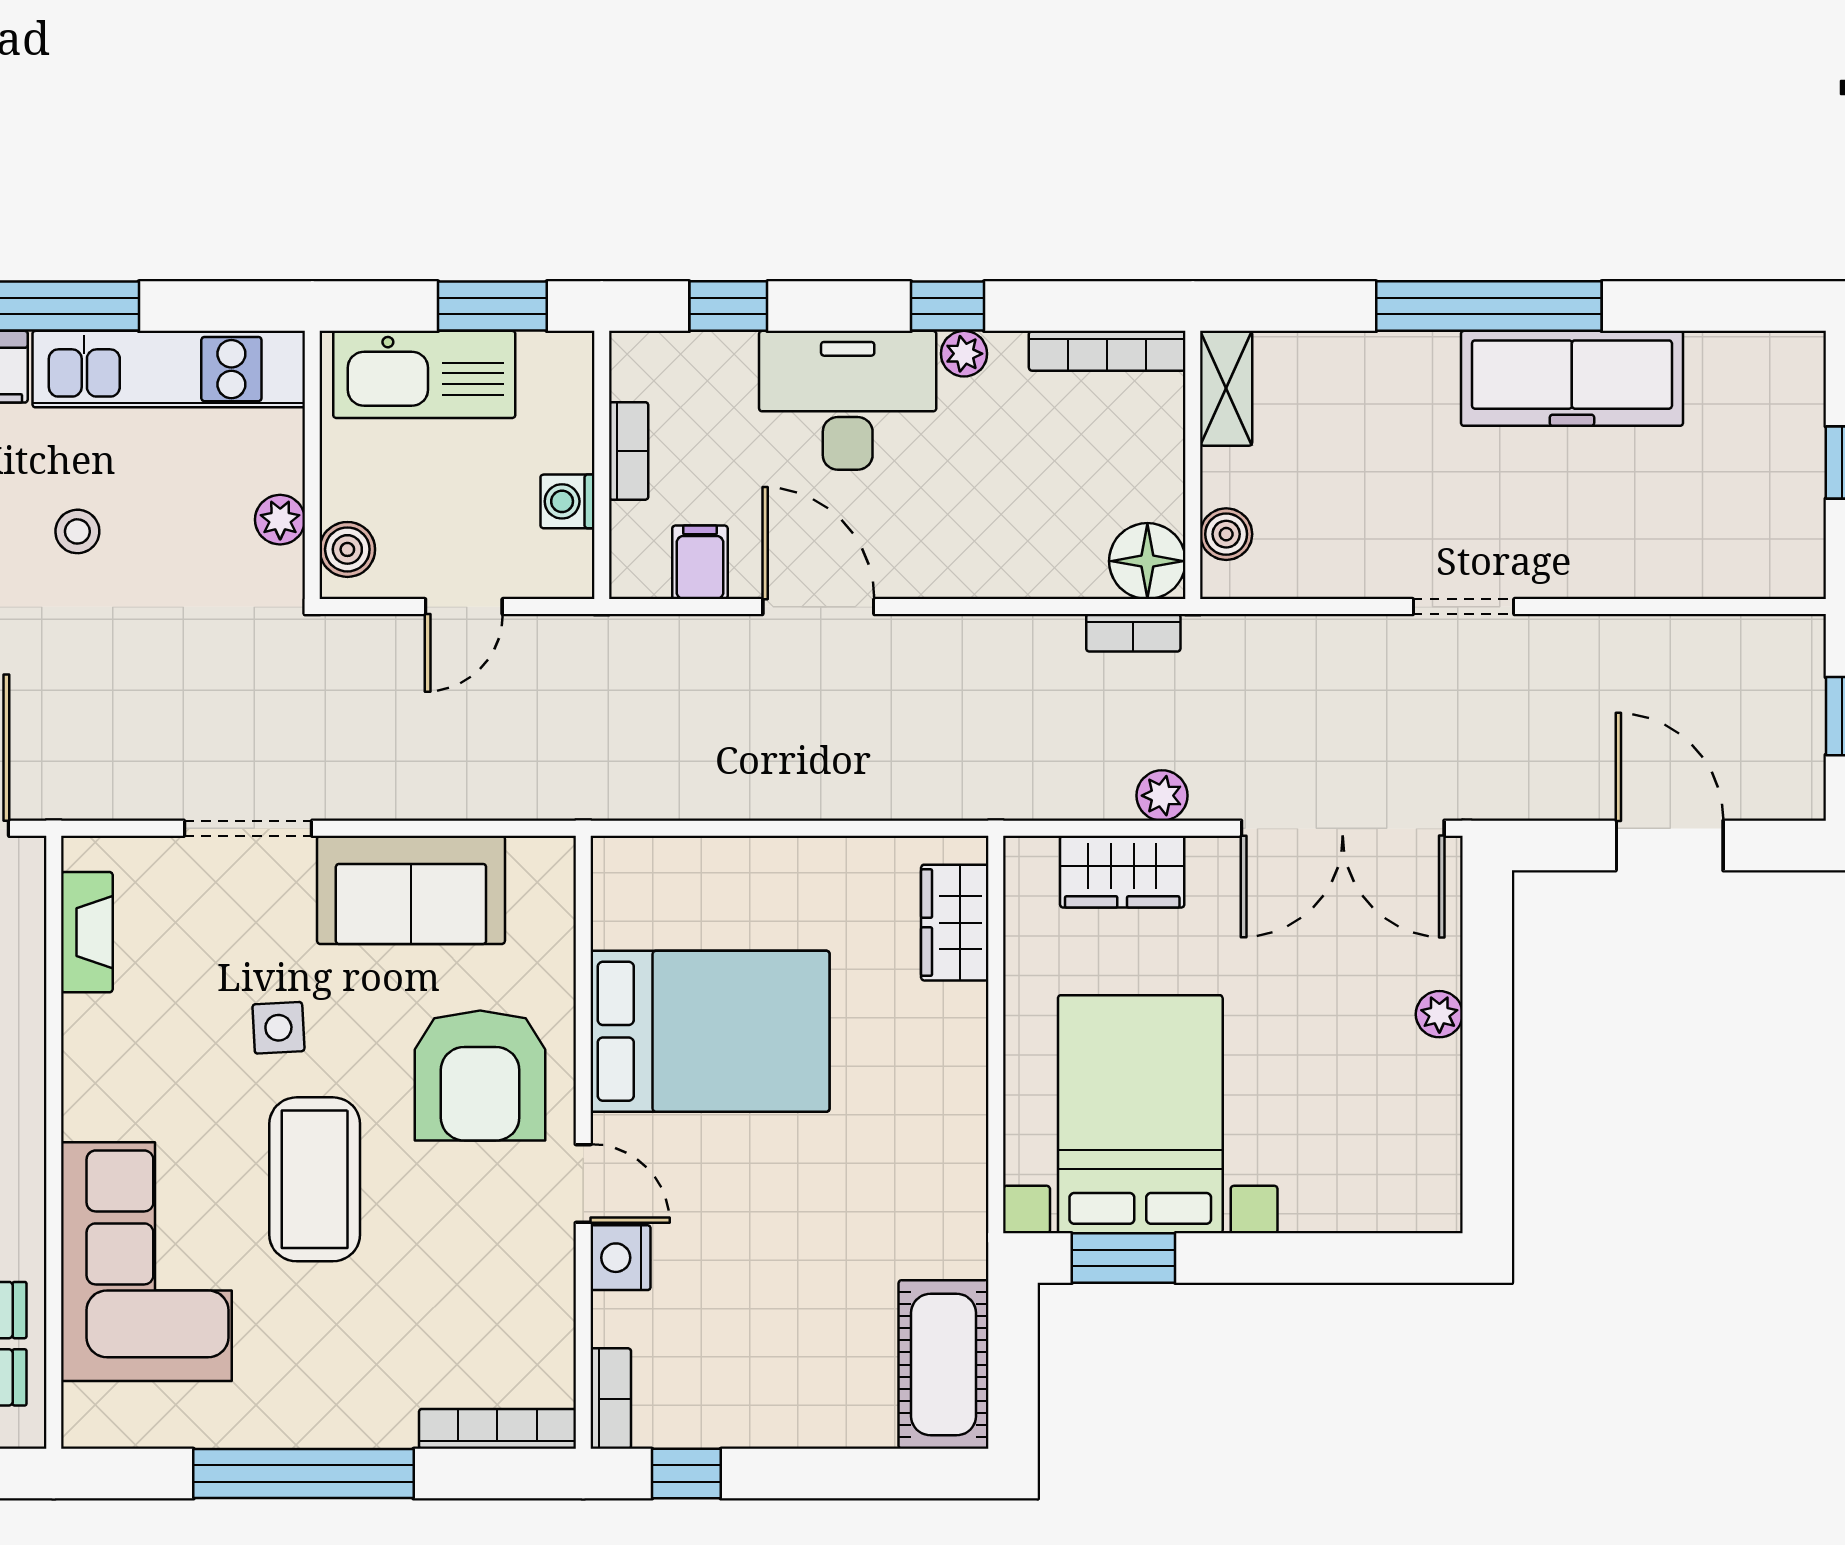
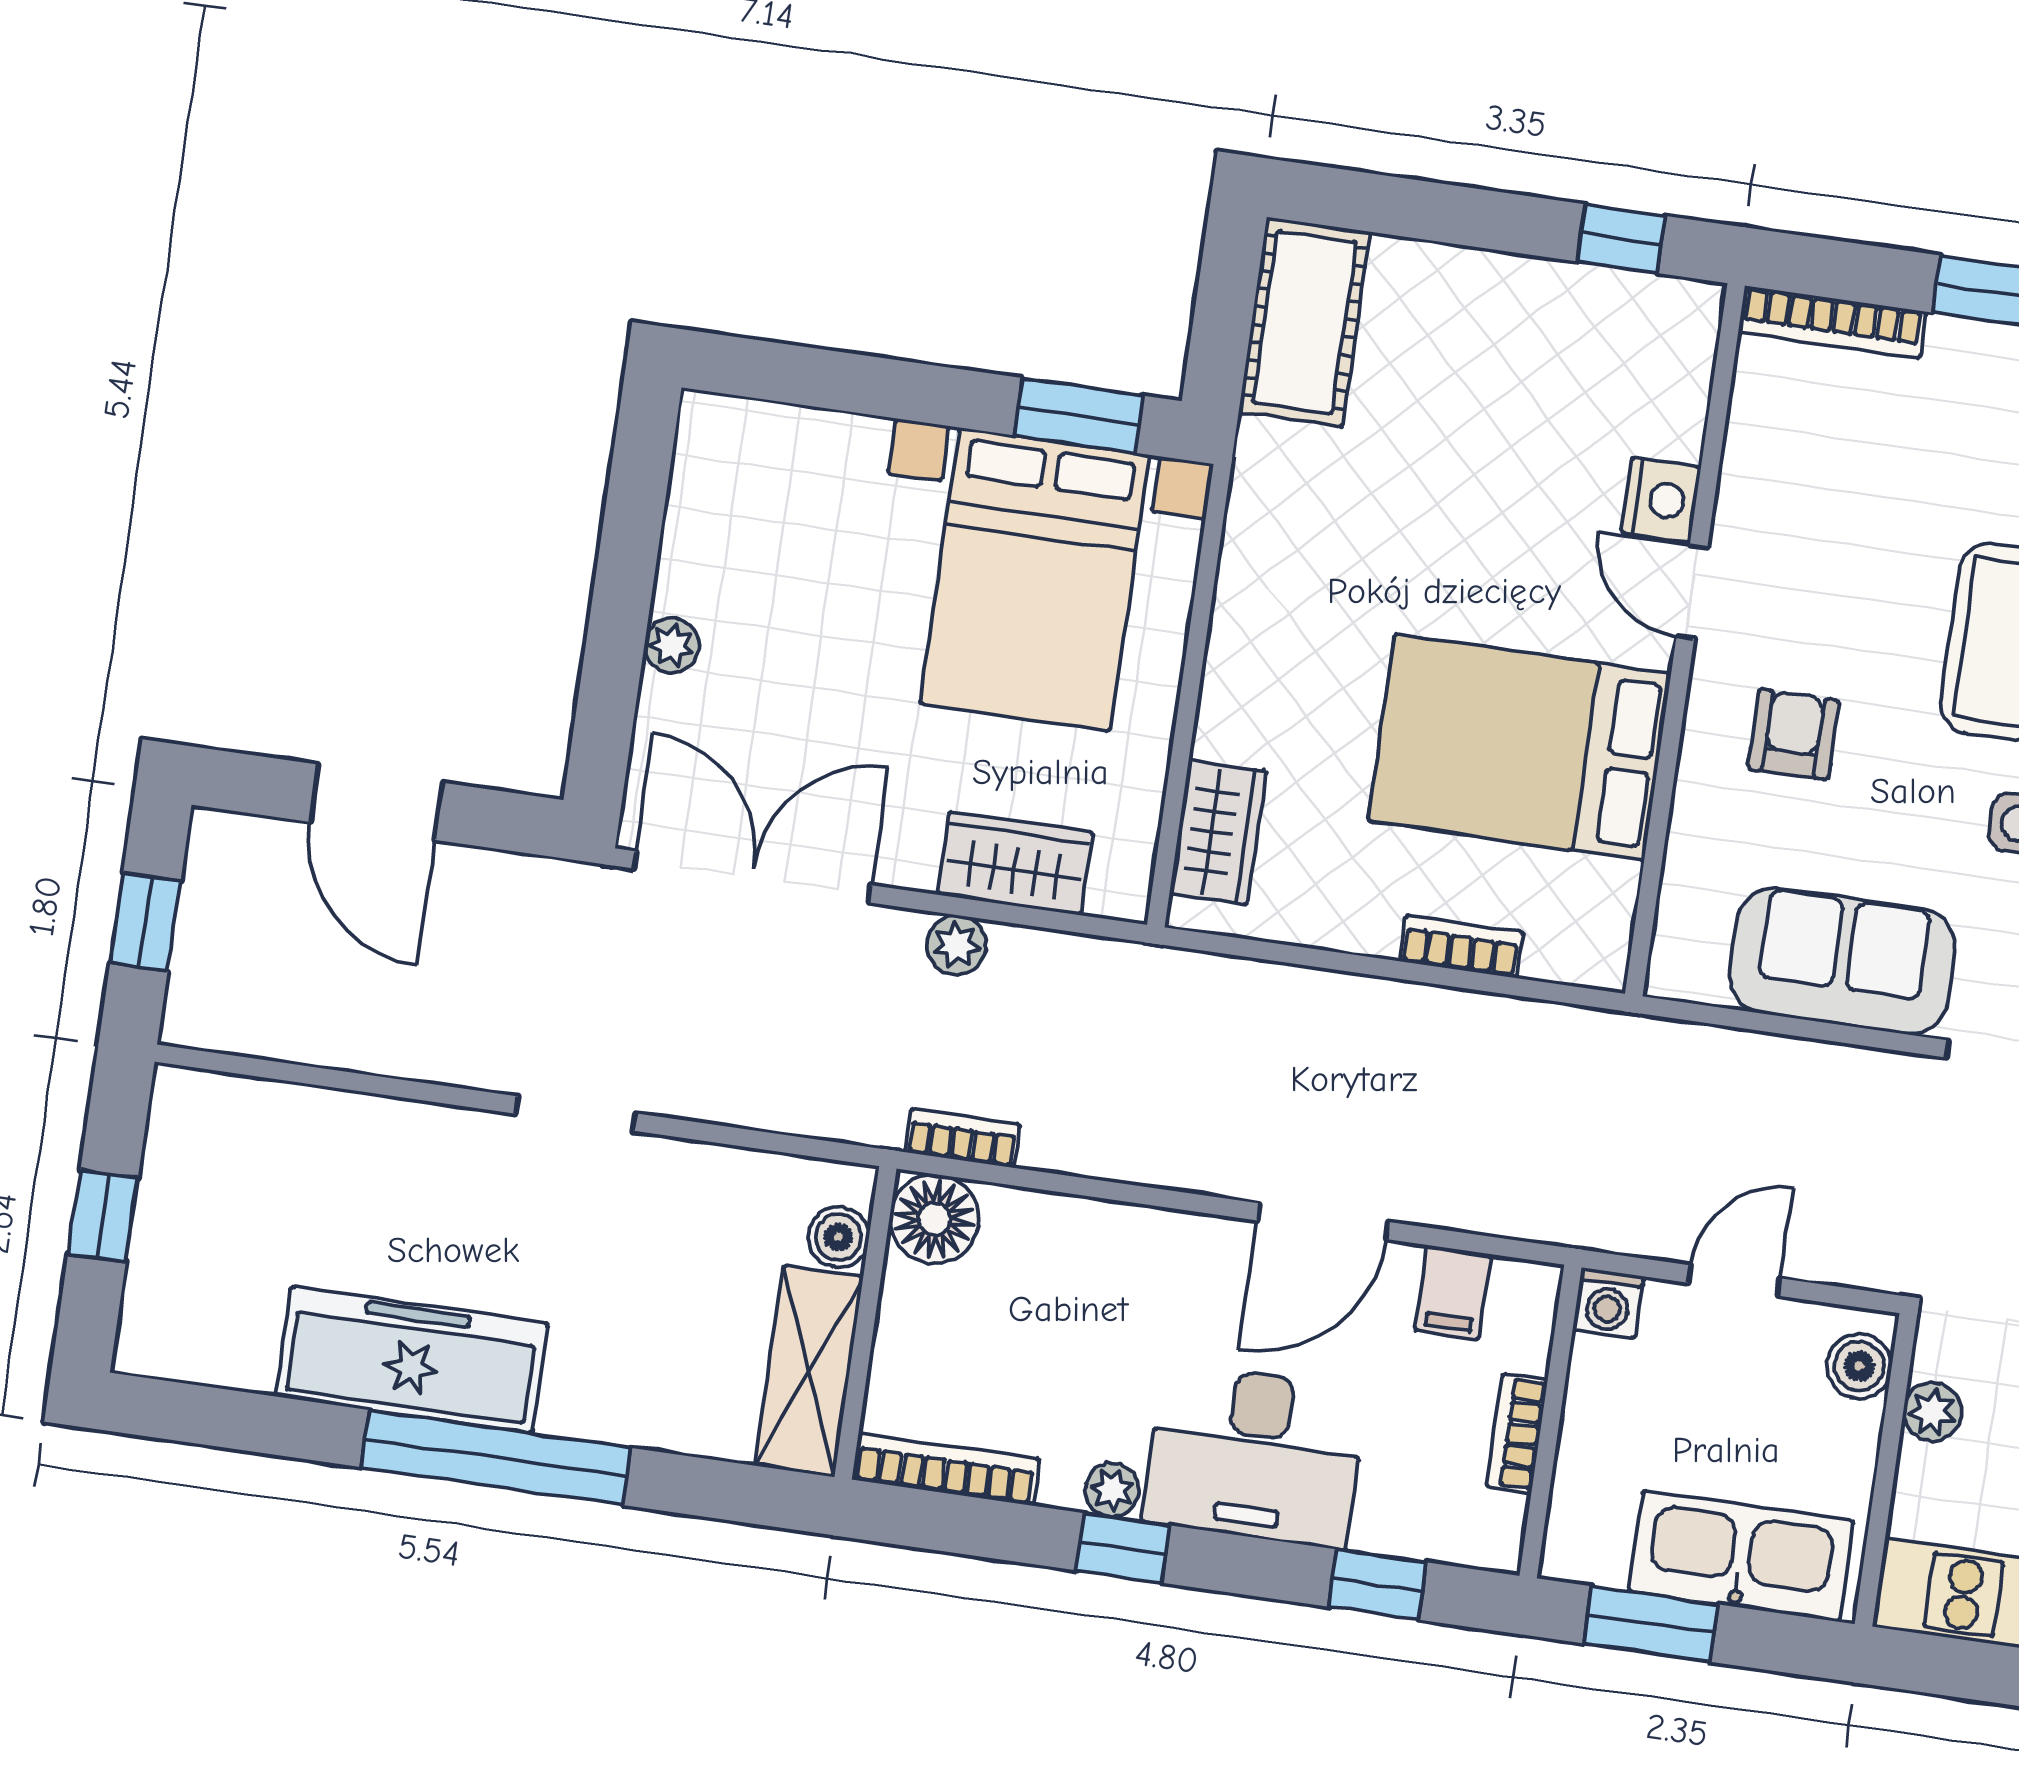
shelving: (1226, 388) -> (809, 1371), width x1.50, depth x1.33
washing machine: (567, 501) -> (1608, 1303), moved, turned 90
door: (818, 607) -> (1323, 1221), hinge flipped
armchair: (480, 1075) -> (1793, 734), width x0.53, depth x0.53
bookcase: (611, 1399) -> (1461, 946), moved, turned 90

